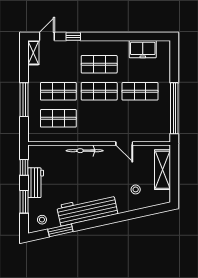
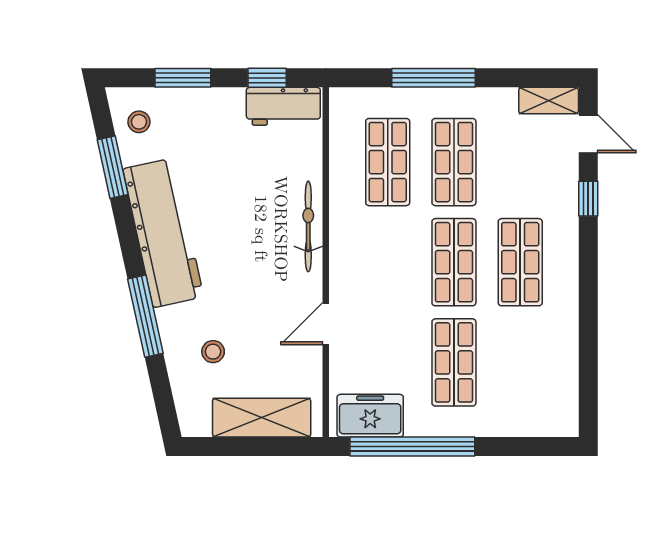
freezer: (143, 49) -> (370, 416), moved, turned 90
workbench: (36, 183) -> (283, 106), moved
window: (121, 217) -> (145, 316), added

